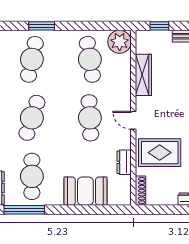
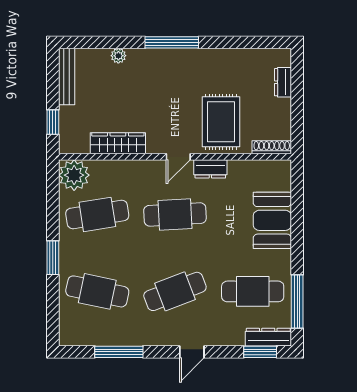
window: (42, 26) -> (53, 258), moved
cafe table: (32, 118) -> (175, 291), turned -39
dresser: (124, 162) -> (210, 169), moved

